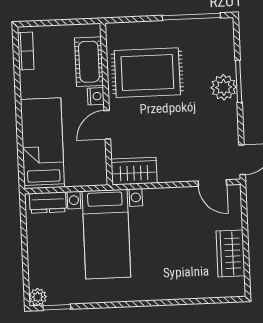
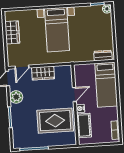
plant: (224, 87) -> (16, 97), moved
wardrobe: (134, 171) -> (43, 73), moved
door: (212, 183) -> (22, 67), swing flipped
bed with nightstands: (106, 234) -> (57, 30), moved, turned 180

